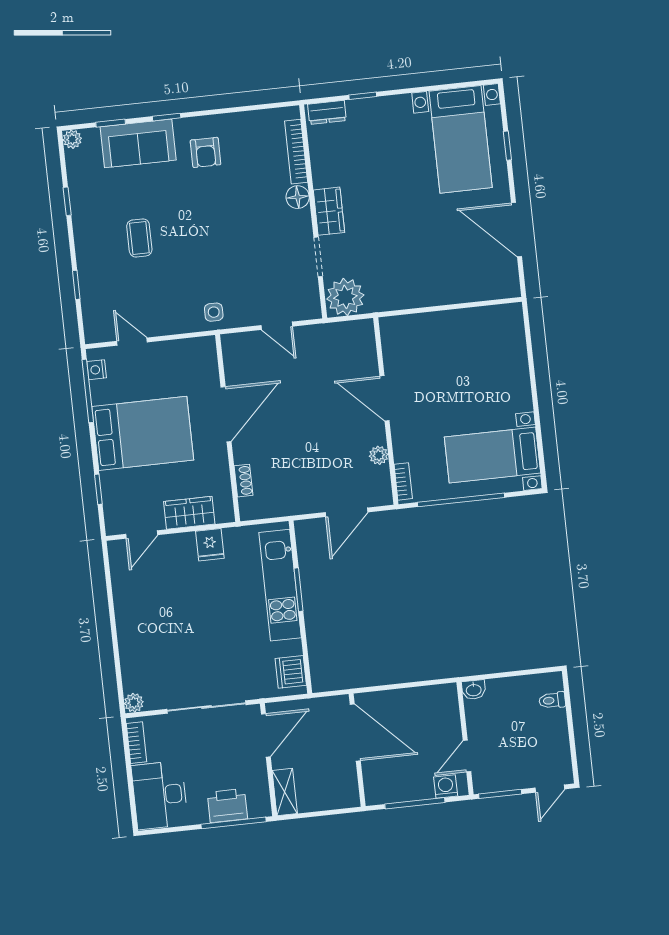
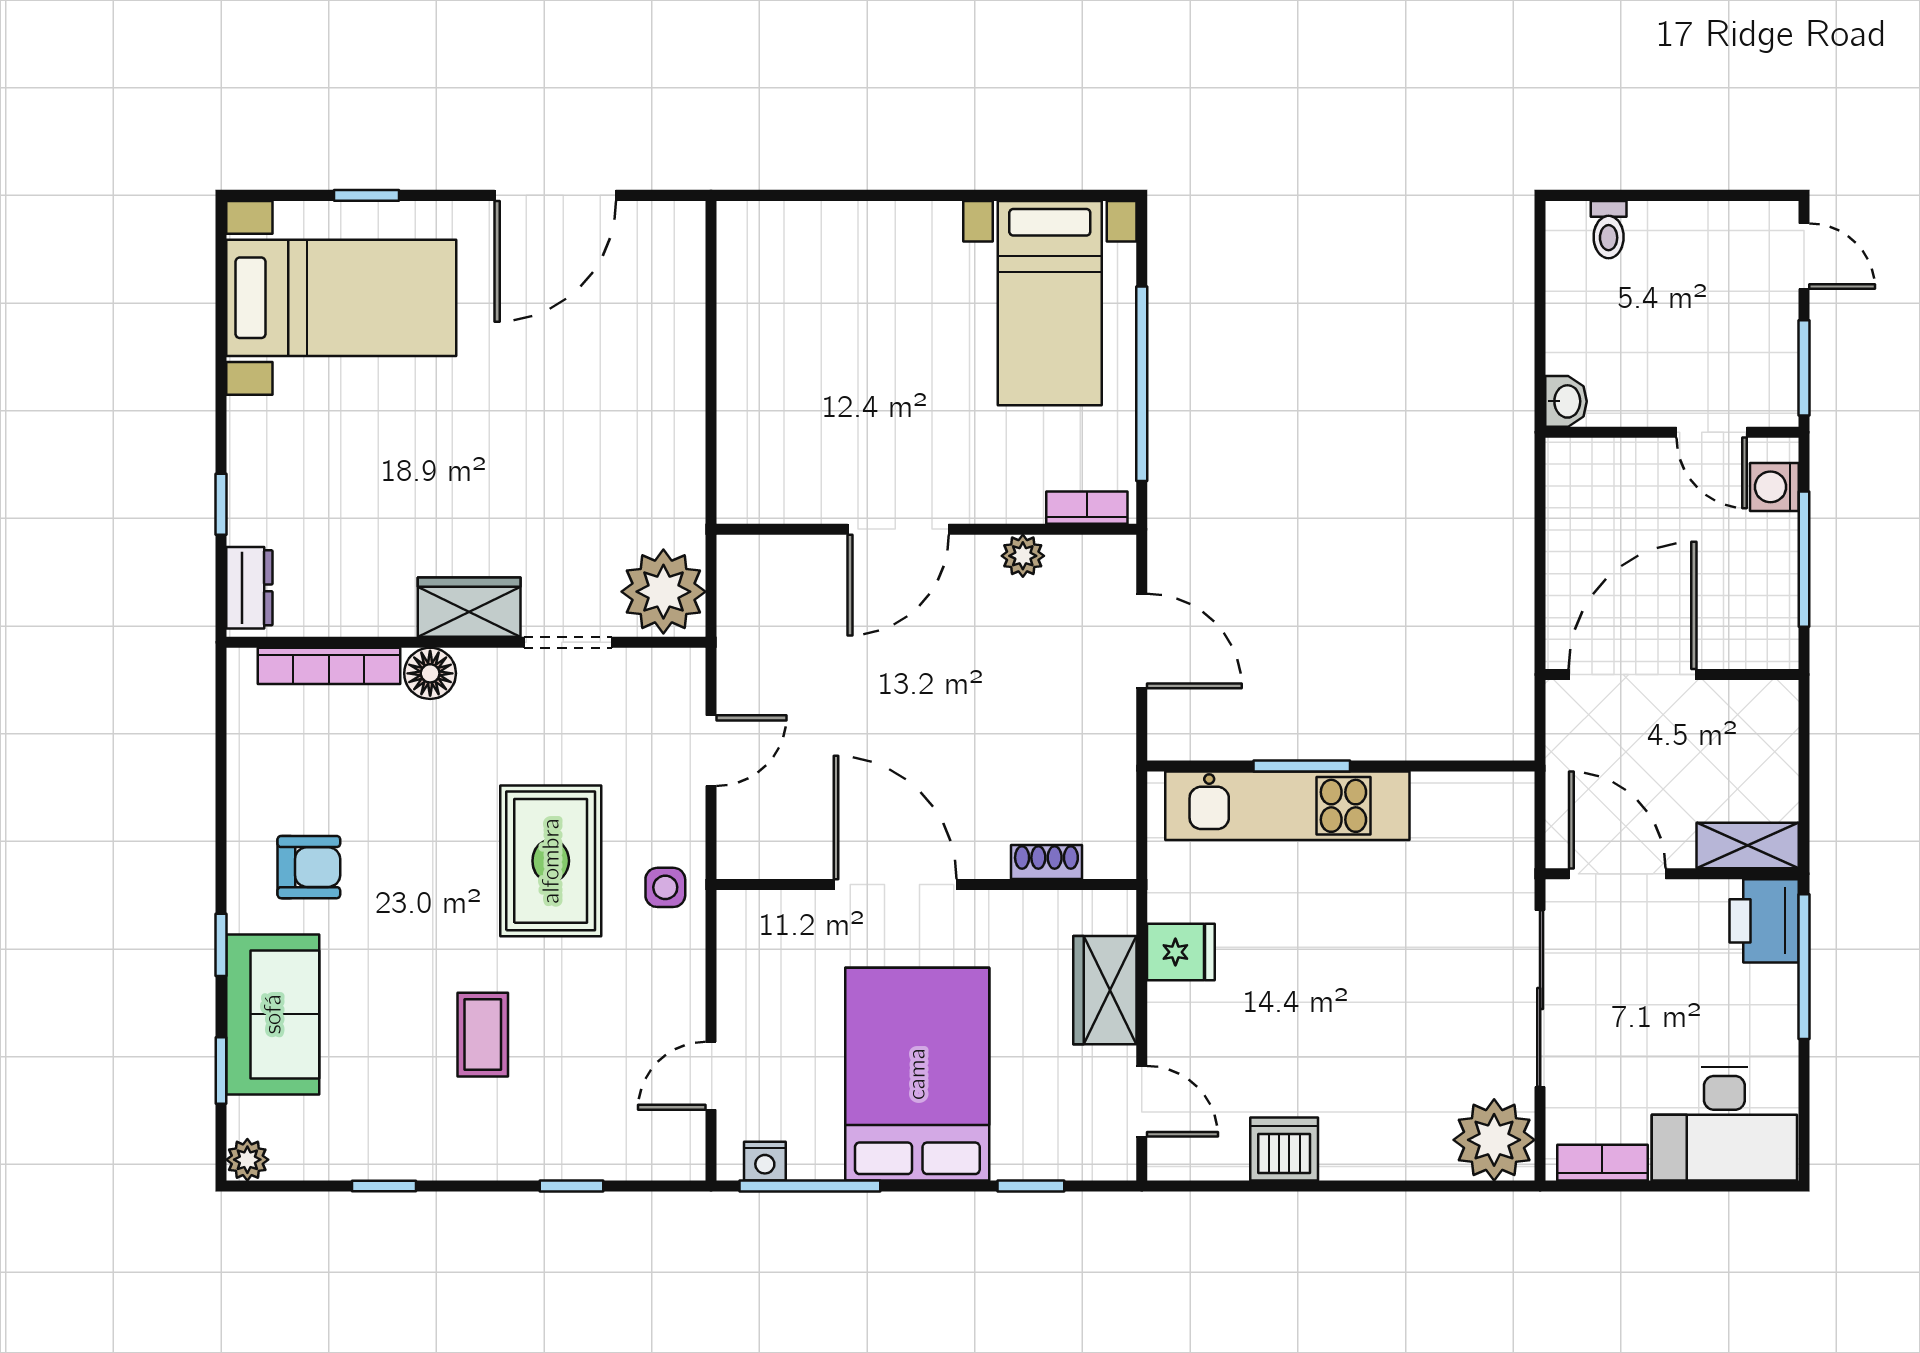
coffee table: (139, 238) -> (483, 1035), turned 90
rug: (220, 260) -> (551, 861), added
dishwasher: (291, 672) -> (1284, 1149), moved, turned 180
plant: (134, 703) -> (1494, 1140), width x1.87, depth x1.87
printer: (227, 806) -> (1764, 921), moved

